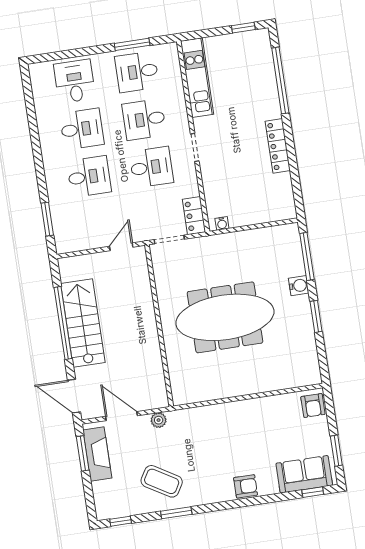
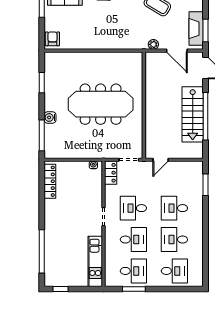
desk: (75, 81) -> (174, 271), turned -90
locker: (278, 146) -> (50, 181), moved
window: (316, 316) -> (42, 83), moved

